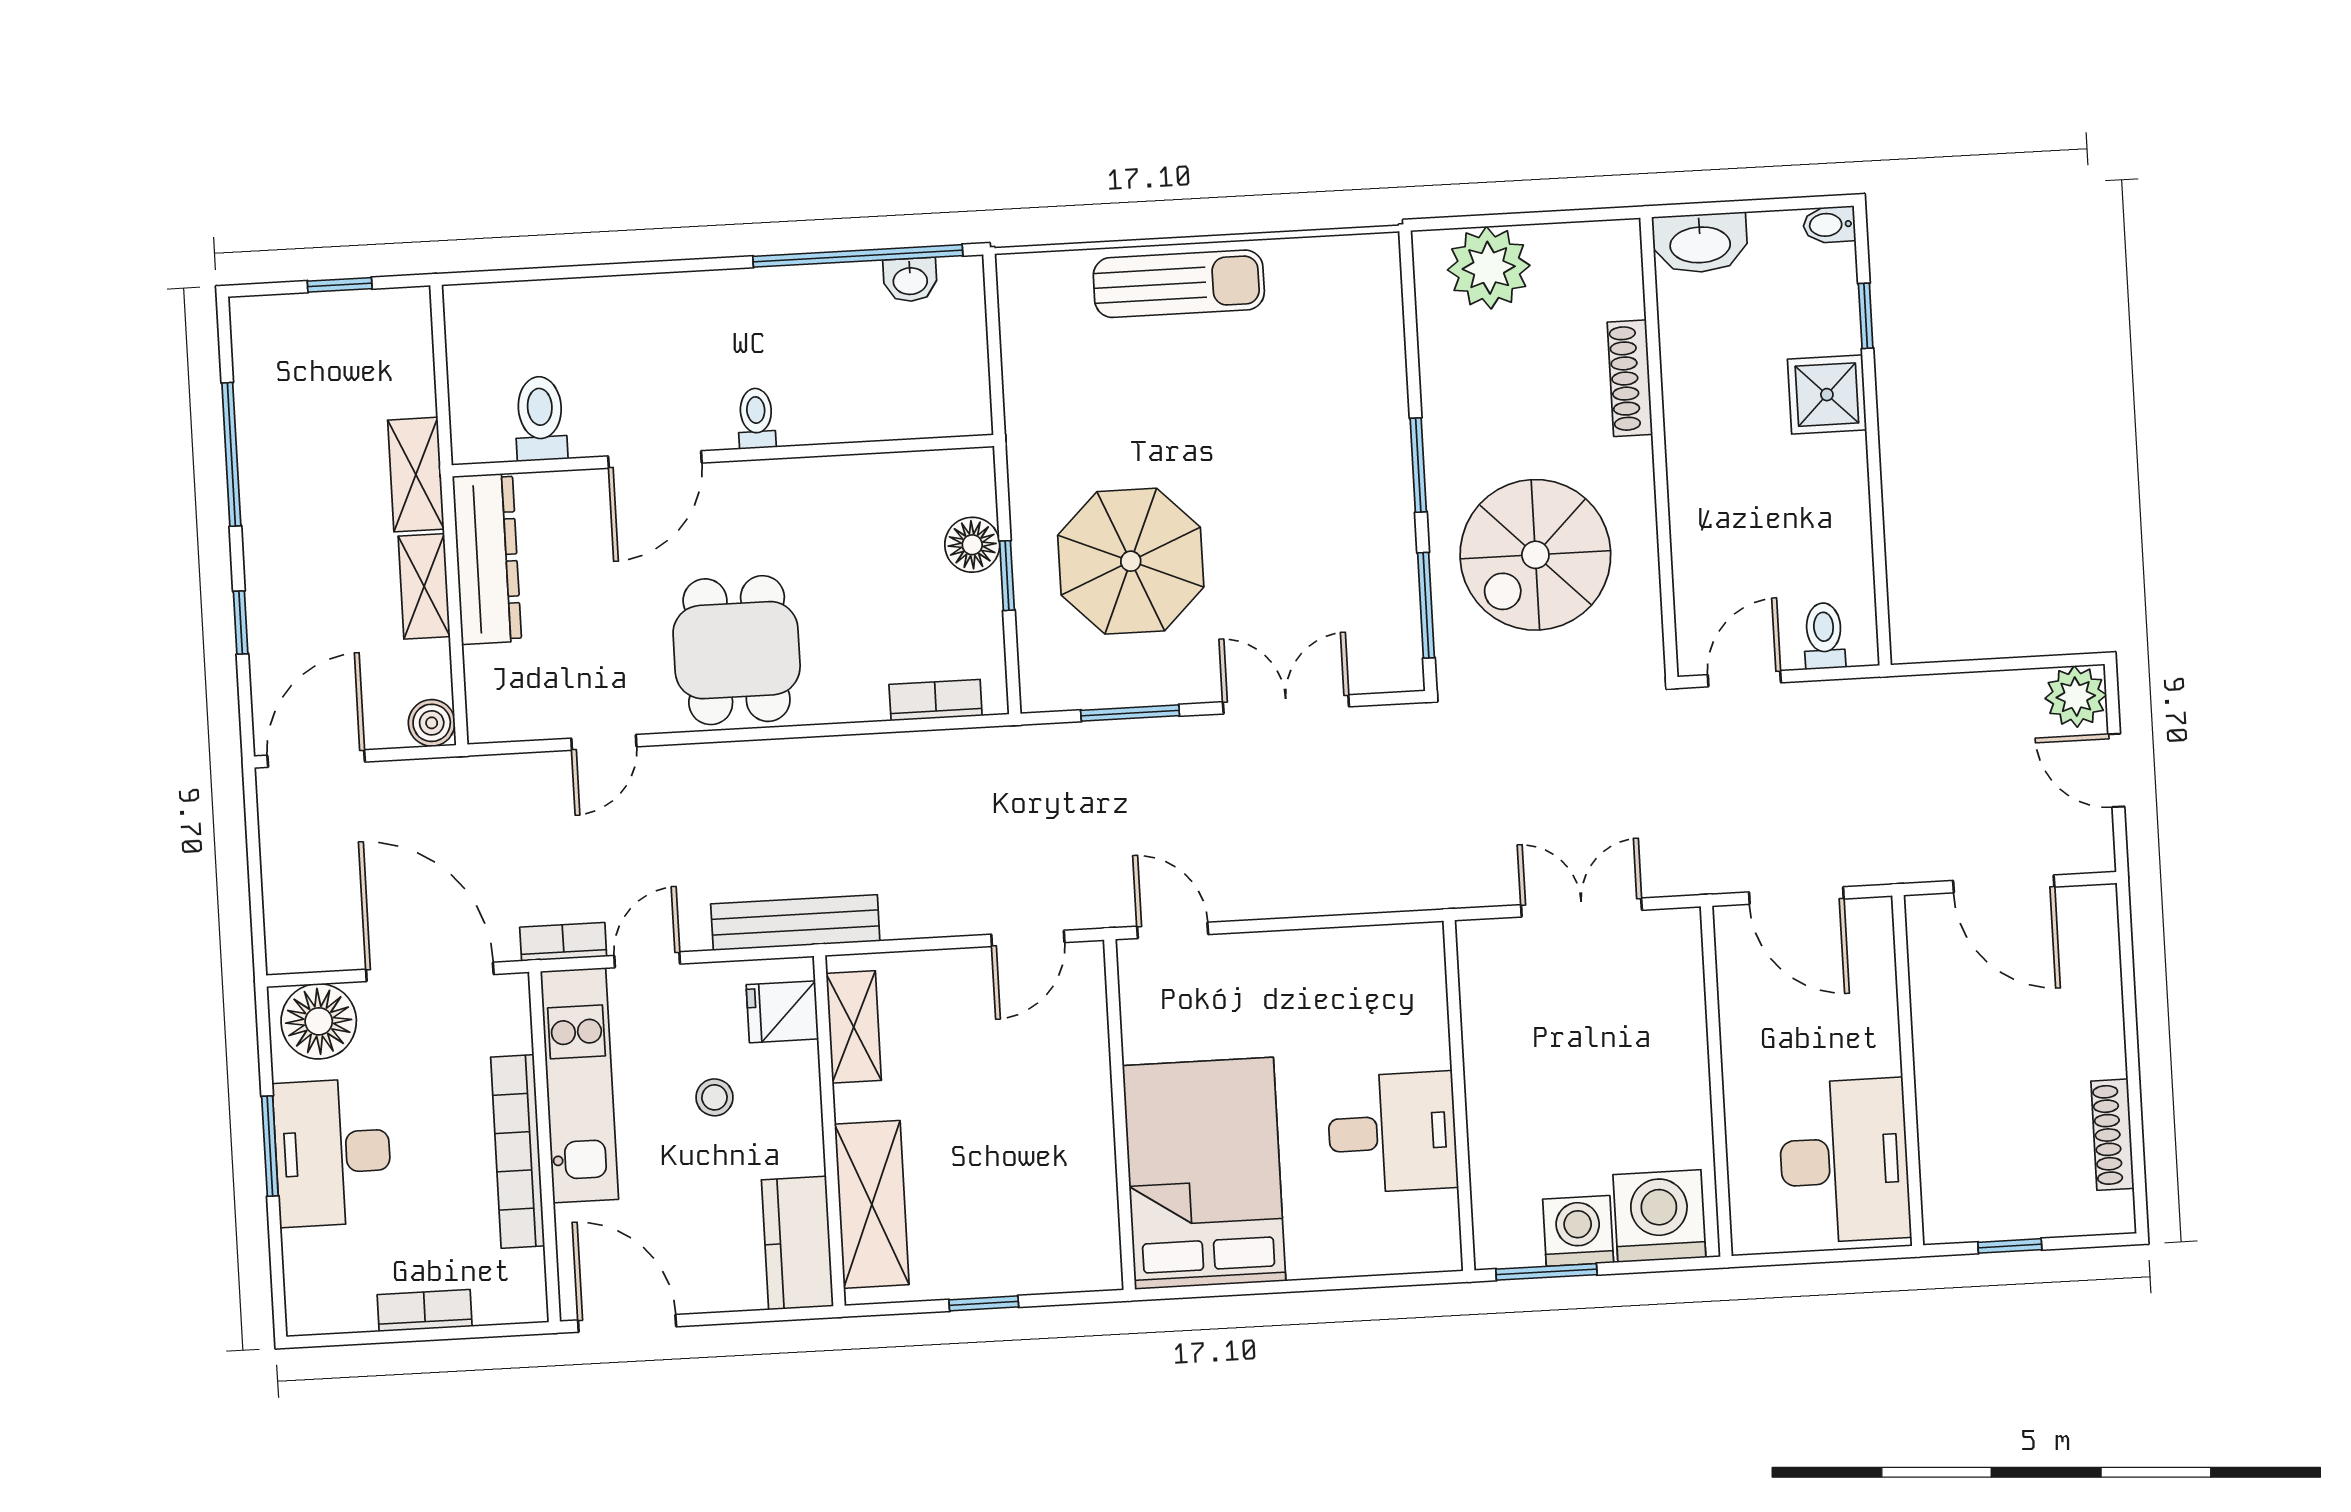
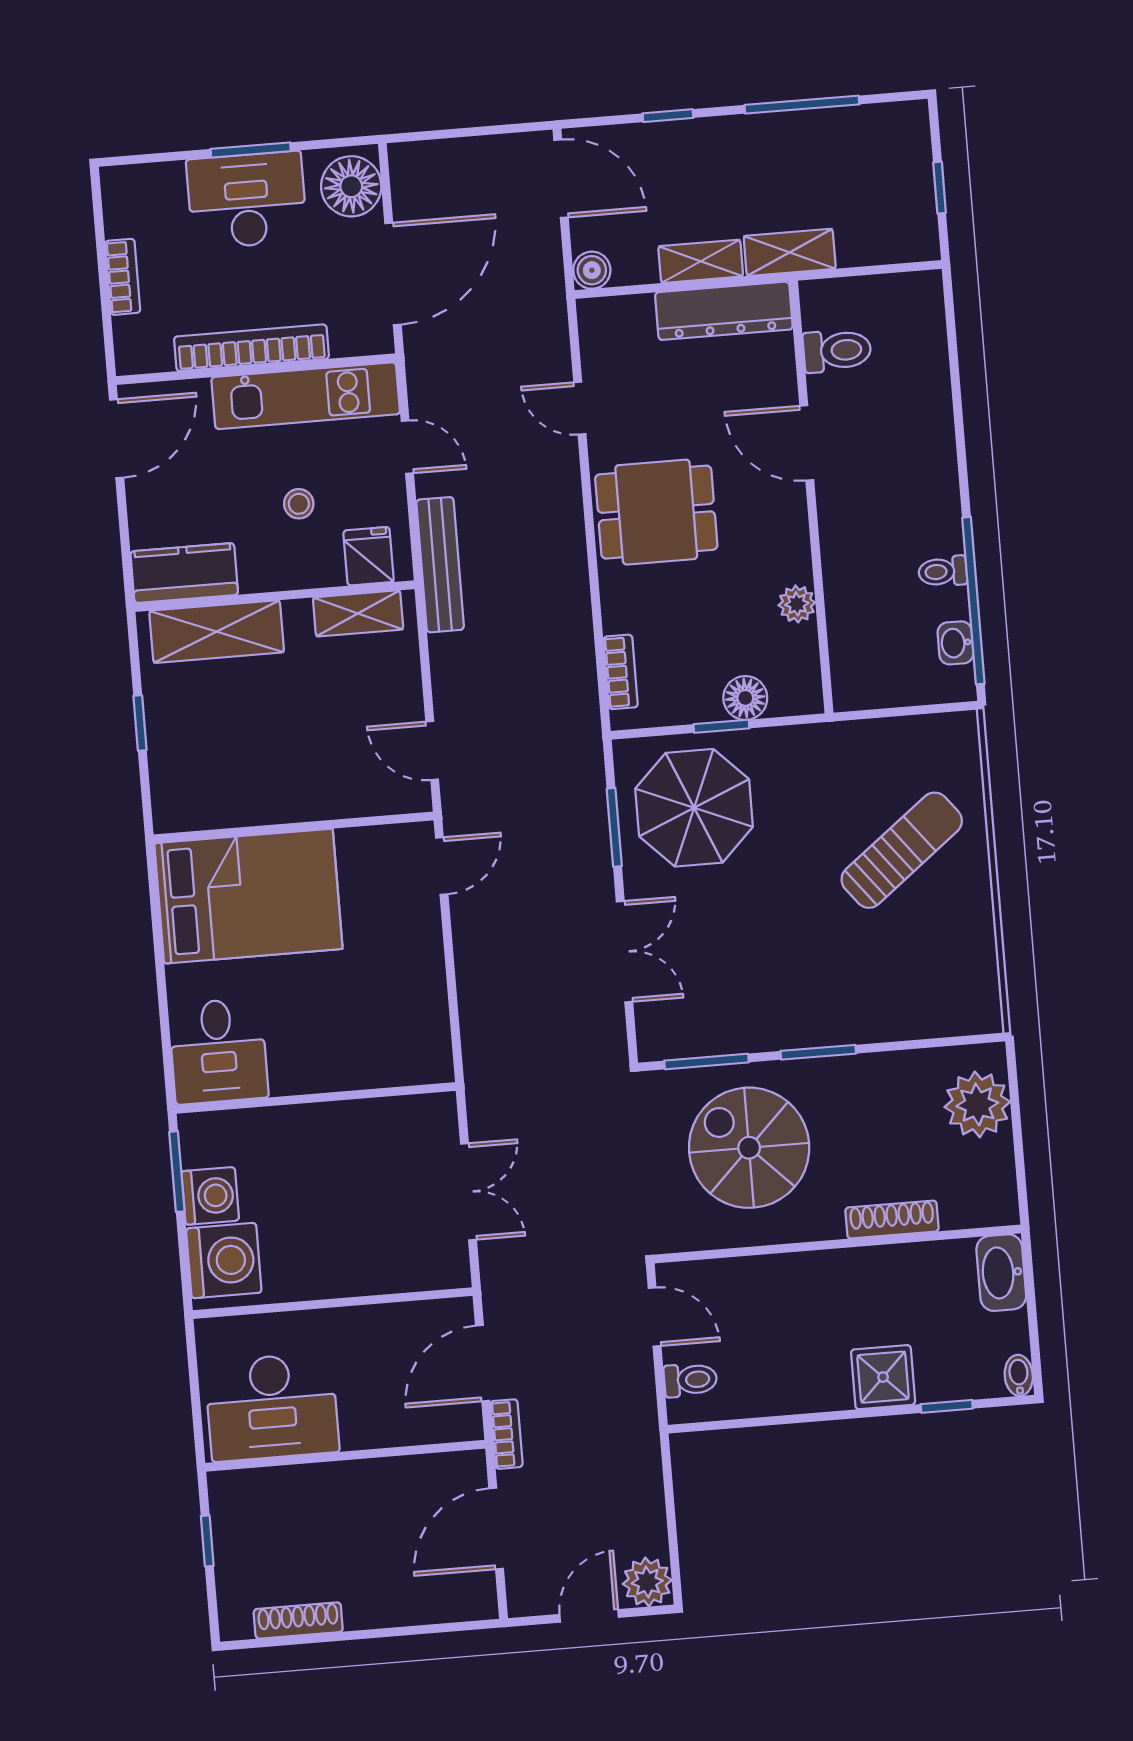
sun lounger: (1179, 284) -> (902, 850), moved, turned -128
toilet: (756, 418) -> (943, 571), moved, turned 180
plant: (856, 477) -> (797, 604), added
parasol: (1131, 561) -> (694, 808), moved
bookcase: (563, 942) -> (506, 1434), moved
desk: (1392, 1132) -> (218, 1051), moved

